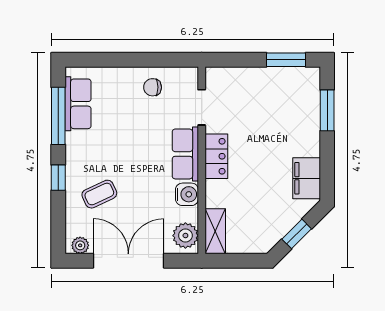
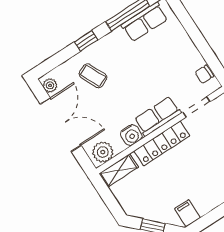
chair: (153, 87) -> (204, 74), moved, turned -90
locker: (216, 156) -> (162, 143), width x1.53
filing cabinet: (307, 178) -> (188, 213), width x0.50

